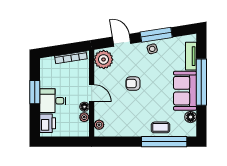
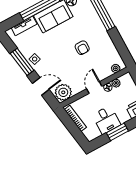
door: (122, 40) -> (41, 86), swing flipped
armchair: (133, 84) -> (82, 48), moved
desk: (53, 101) -> (106, 120), moved
coffee table: (160, 127) -> (92, 20), removed

